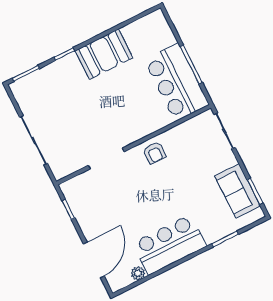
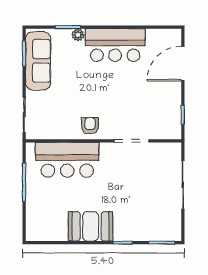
bar counter: (177, 82) -> (67, 160), moved, turned 90
sofa: (238, 191) -> (38, 61), width x1.36
plant: (138, 273) -> (78, 35), moved

